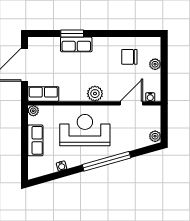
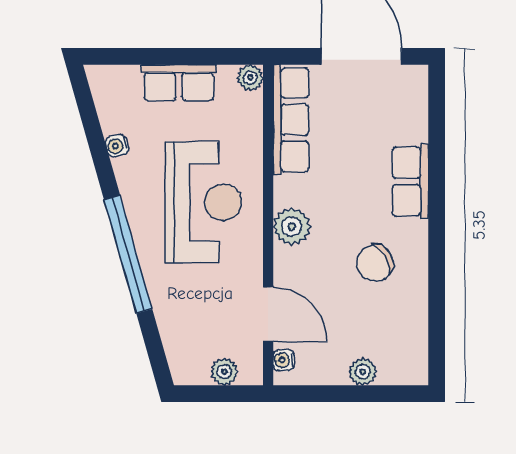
window: (72, 34) -> (437, 171), removed
chair: (129, 57) -> (375, 263), moved, turned -121
row of seats: (43, 94) -> (291, 120), width x1.48
plant: (155, 136) -> (224, 372), moved

